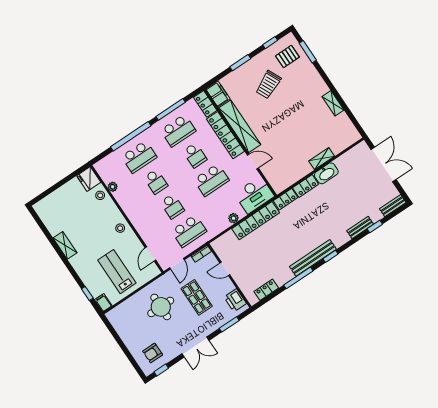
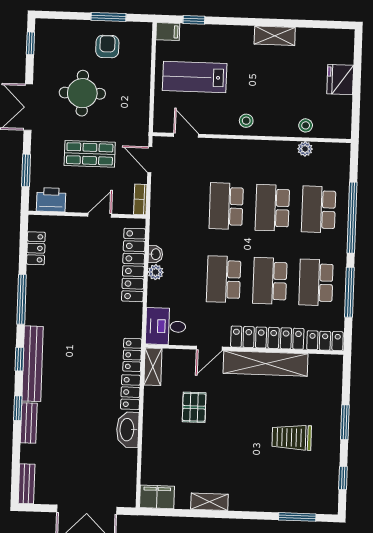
pallet: (287, 56) -> (194, 407), moved
trolley: (268, 85) -> (292, 437), turned -65
filing cabinet: (218, 94) -> (157, 497), moved, turned 180
school desk: (195, 155) -> (270, 281), width x1.85
shelving: (322, 159) -> (153, 367), moved
fridge: (89, 179) -> (340, 80), moved, turned -90
school desk: (156, 182) -> (272, 208), width x1.85
desk: (254, 195) -> (166, 326), width x0.73
school desk: (172, 206) -> (226, 206), width x1.85
locker: (256, 221) -> (134, 265), moved
washbasin: (224, 225) -> (155, 254), added
window: (375, 227) -> (18, 408), moved
school desk: (189, 231) -> (180, 205), removed
bench: (313, 258) -> (33, 364), moved
lab bench: (117, 272) -> (195, 77), turned 180
round table: (161, 307) -> (82, 93), moved
window: (118, 339) -> (108, 17), added
armchair: (153, 353) -> (107, 47), moved

